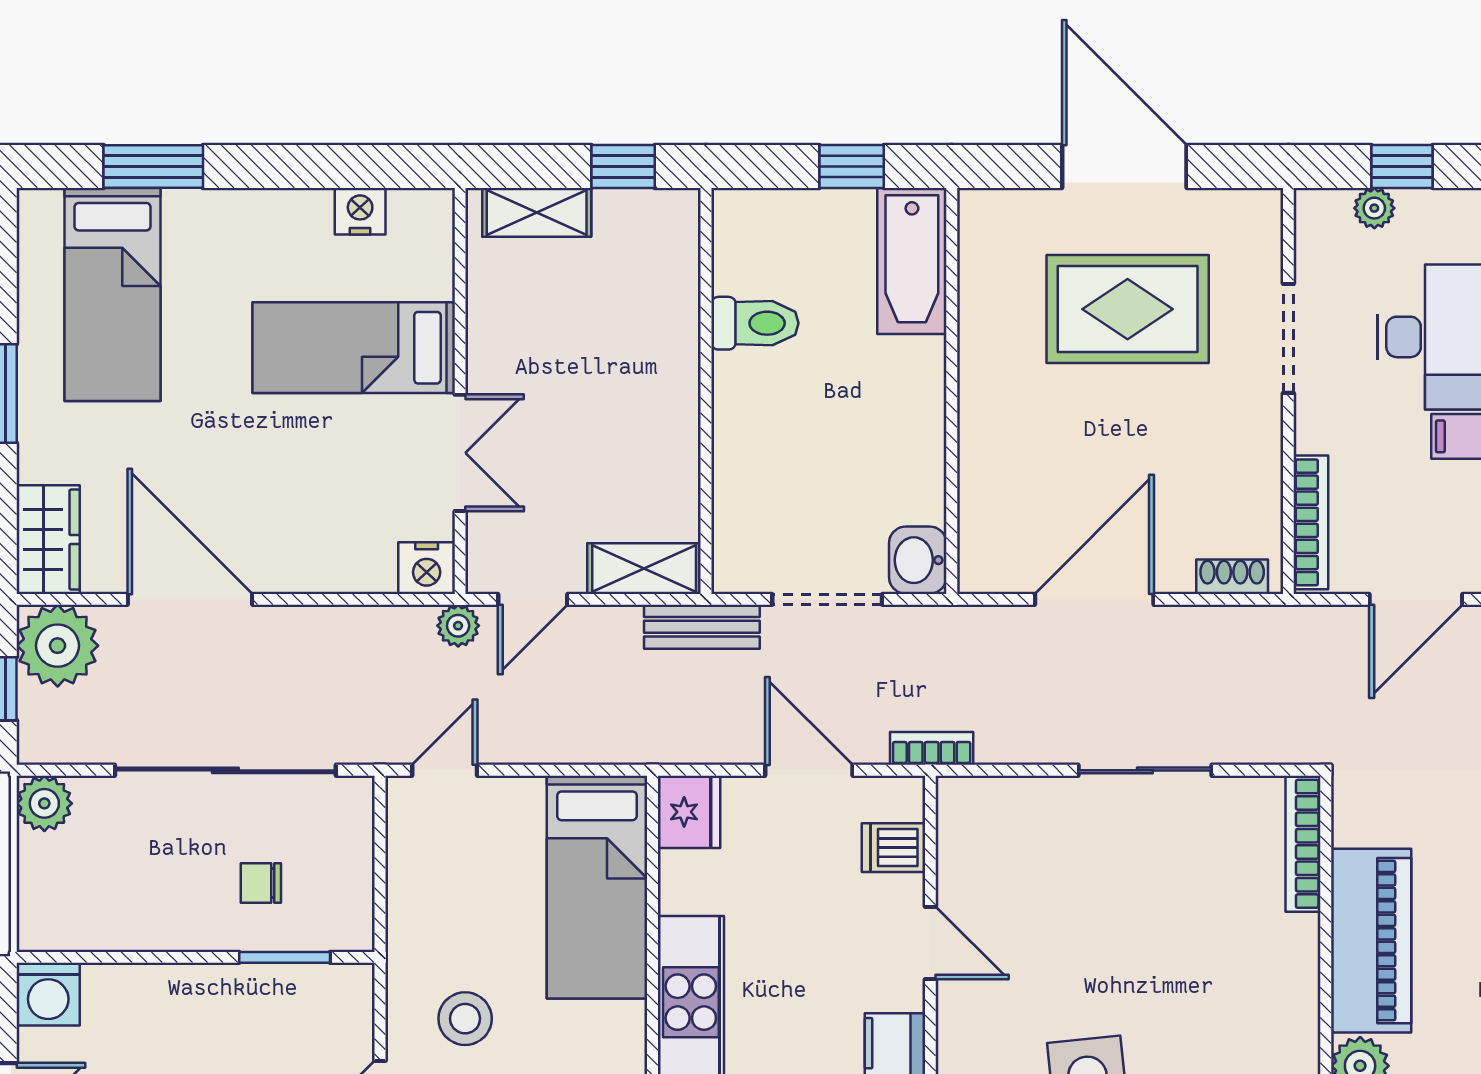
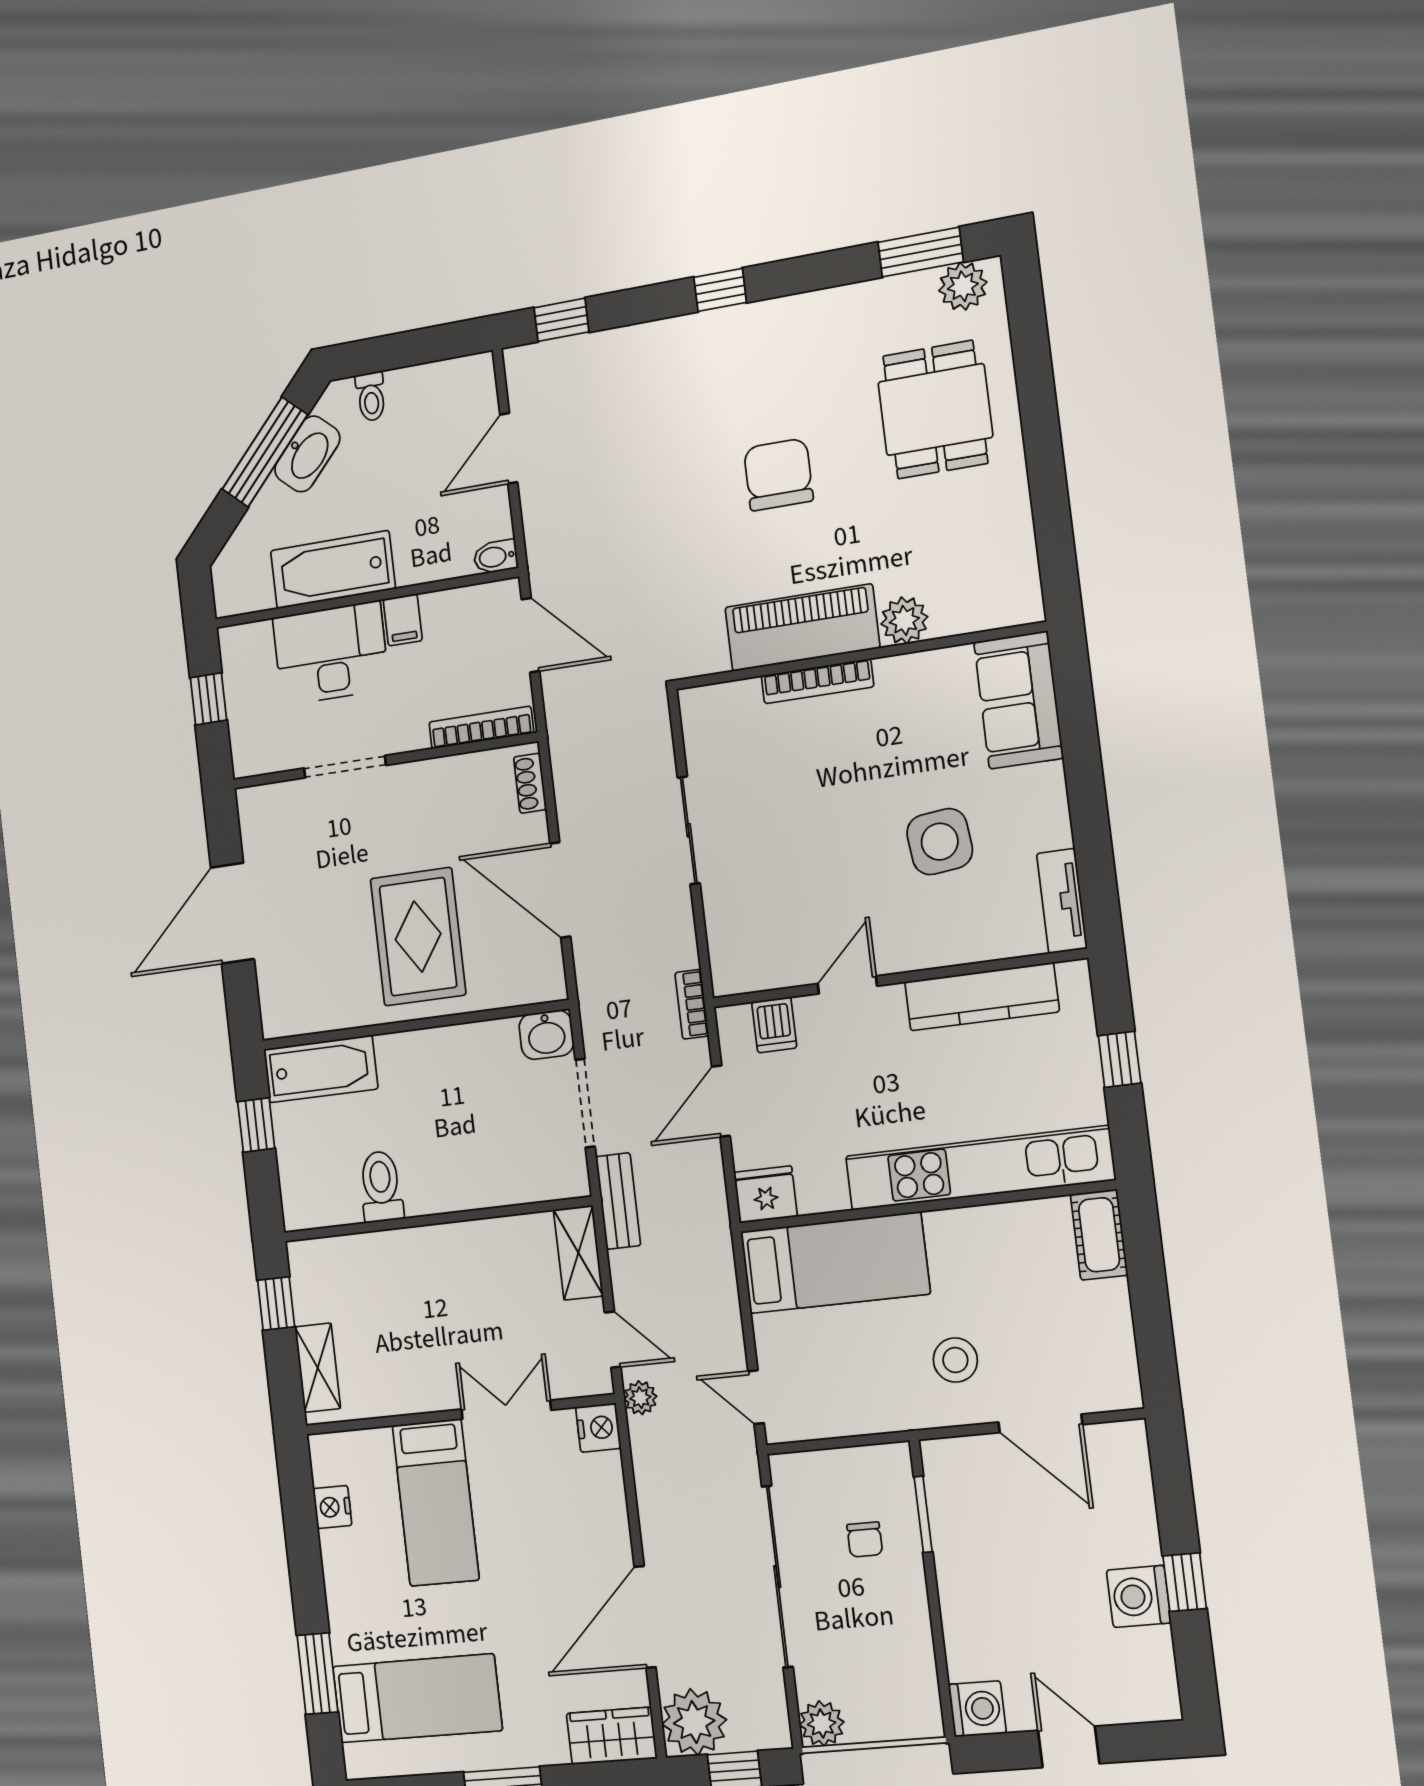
plant: (1374, 208) -> (241, 715), removed
rug: (1128, 309) -> (418, 937), moved
bookcase: (1303, 844) -> (817, 681), moved

